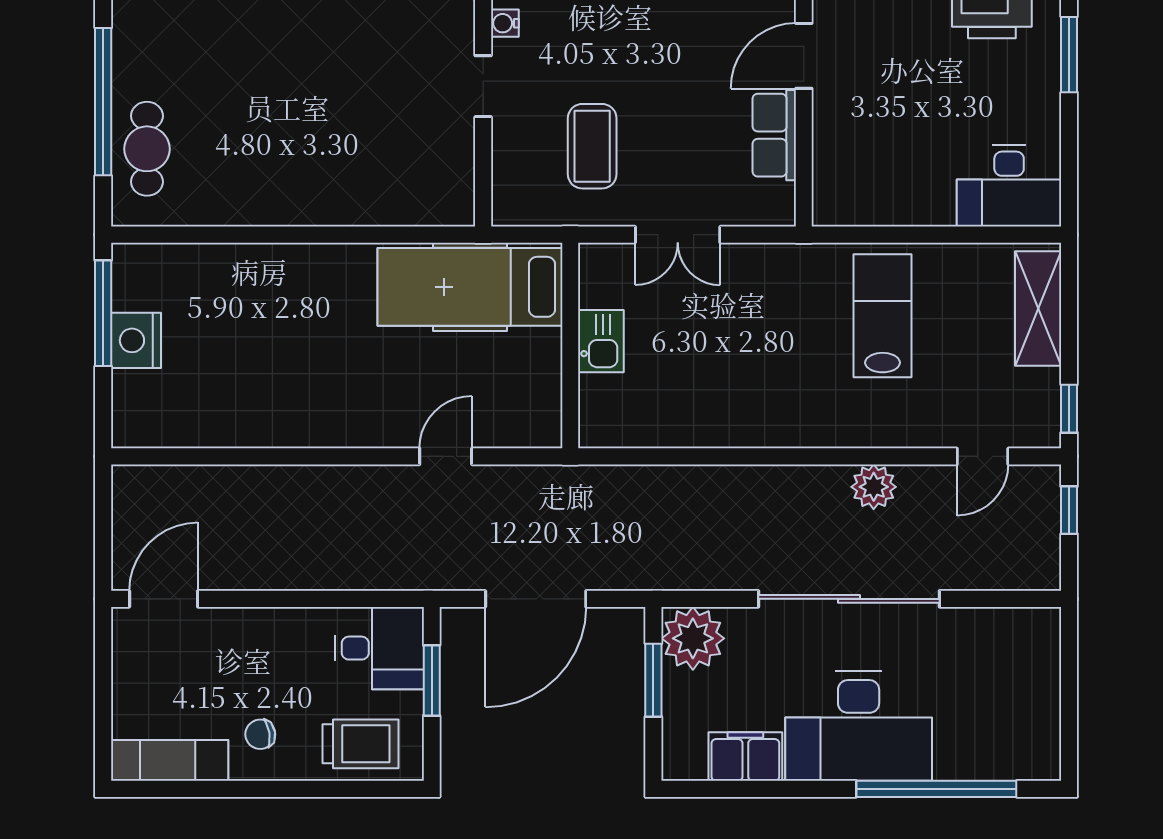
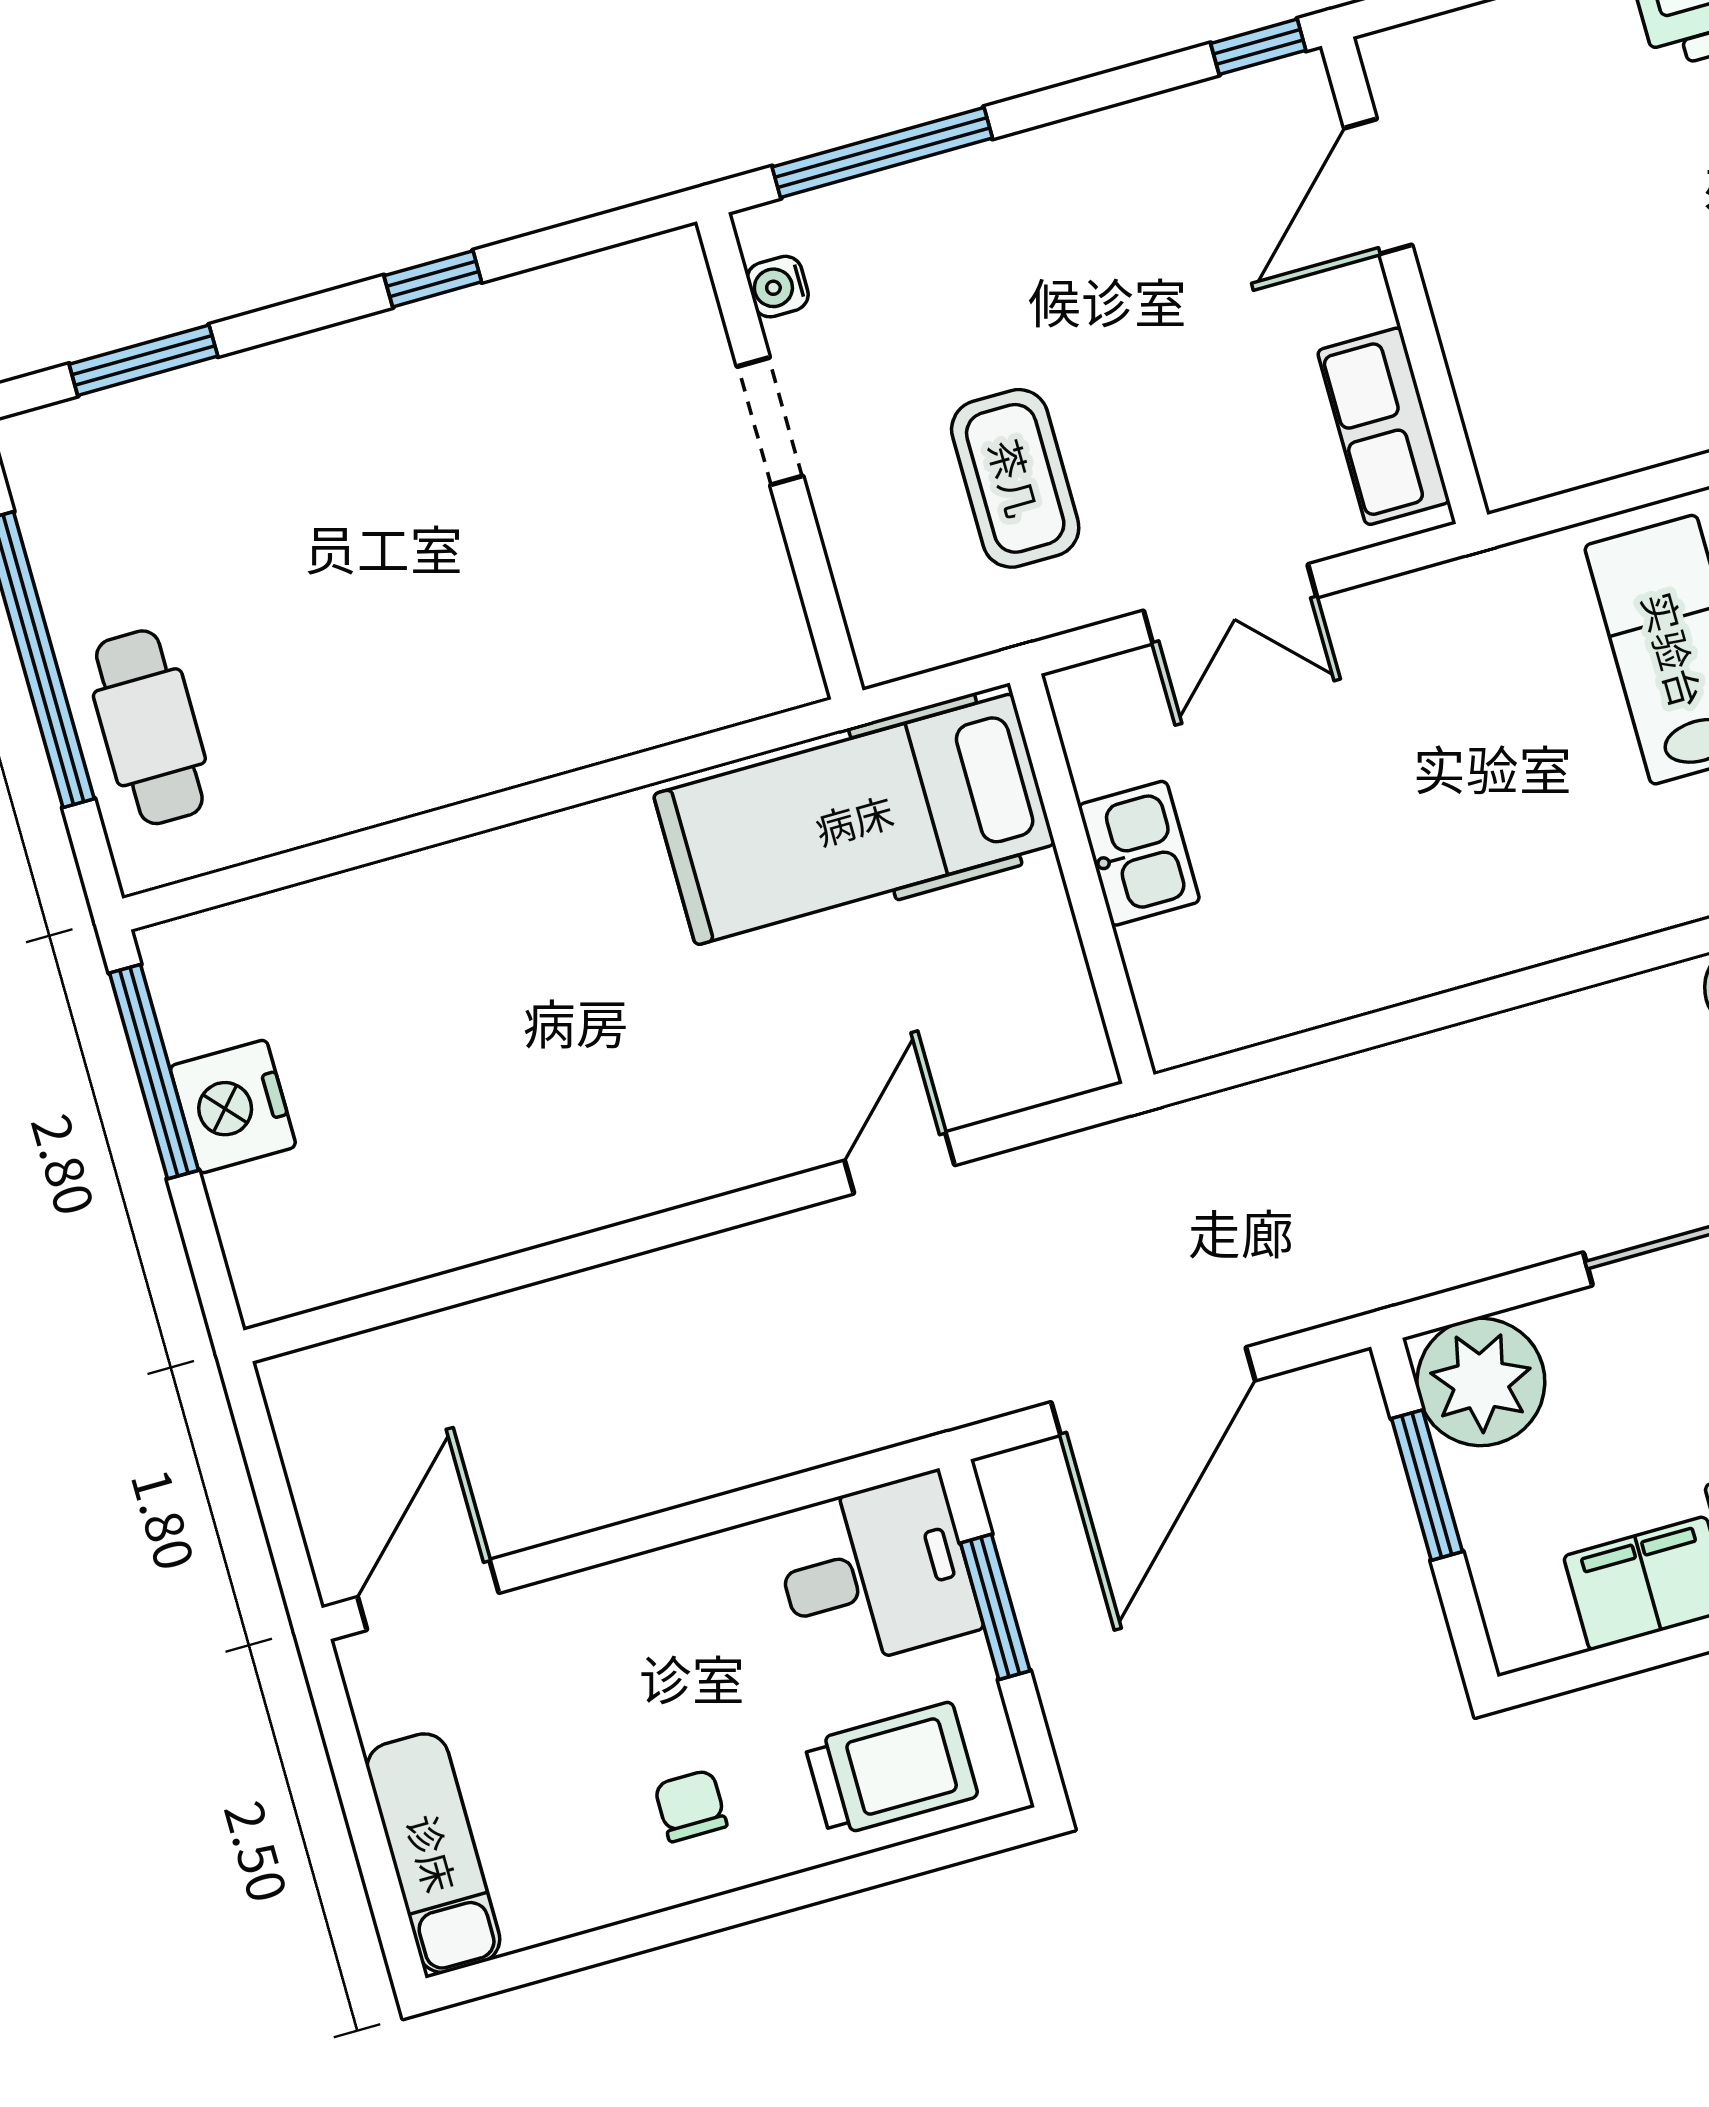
row of seats: (774, 135) -> (1383, 426), moved
chair: (260, 734) -> (691, 1806), turned 99
exam couch: (170, 760) -> (433, 1853), moved, turned 90

